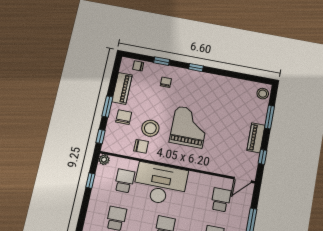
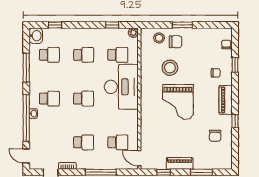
window: (196, 68) -> (235, 121), moved
piano: (122, 88) -> (226, 100), moved, turned 90
stool: (263, 94) -> (159, 38), moved
grand piano: (189, 127) -> (178, 102), turned 90
window: (101, 137) -> (154, 25), removed
chair: (141, 146) -> (215, 136), moved

